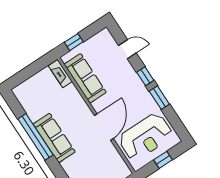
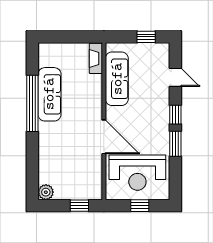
window: (74, 42) -> (146, 37), moved
door: (104, 127) -> (104, 137), hinge flipped
sofa: (54, 138) -> (49, 94), moved

